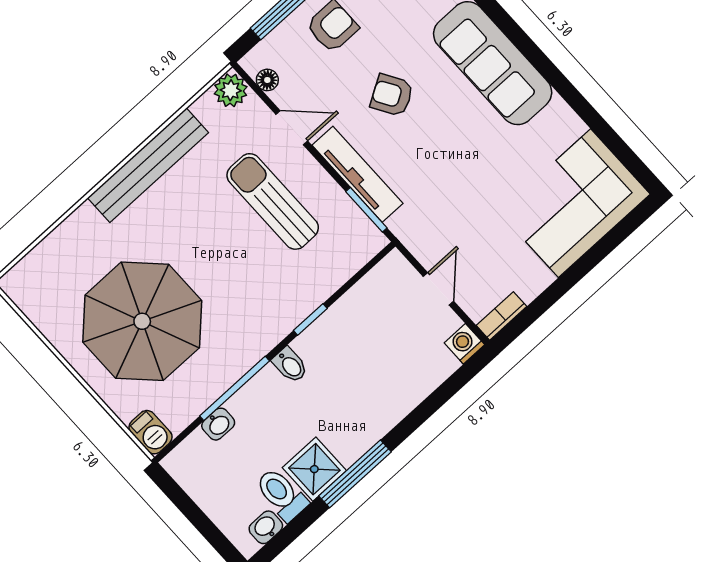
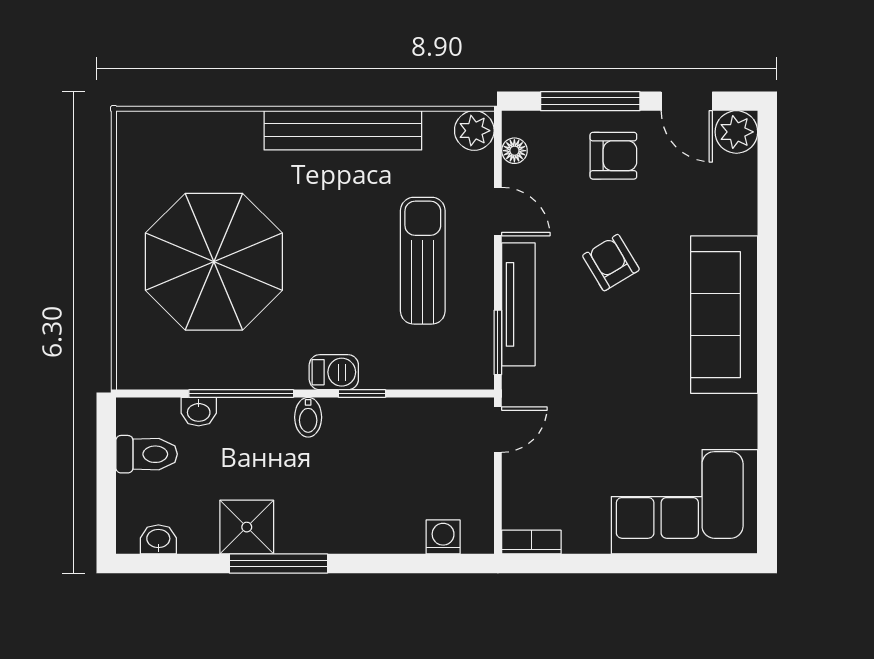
door: (438, 289) -> (498, 430), moved
washing machine: (464, 344) -> (443, 537), moved
barbecue: (151, 432) -> (334, 372), moved, turned -90
toilet: (281, 494) -> (147, 454), moved, turned 90

